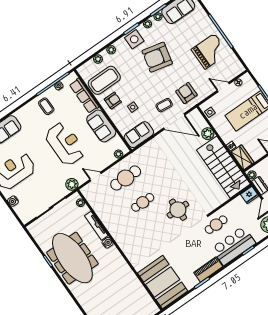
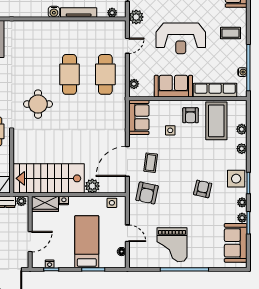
armchair: (157, 57) -> (203, 189), width x0.53, depth x0.53
door: (223, 87) -> (127, 233), hinge flipped
armchair: (186, 93) -> (147, 193), turned 102
coffee table: (46, 106) -> (230, 33), moved
cafe table: (143, 202) -> (69, 74), width x1.37, depth x1.35

